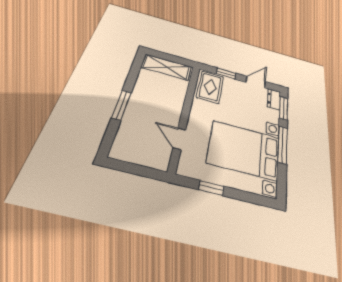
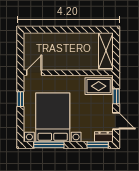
window: (122, 105) -> (63, 30), removed
door: (179, 139) -> (34, 73), moved
window: (283, 145) -> (49, 145), moved

